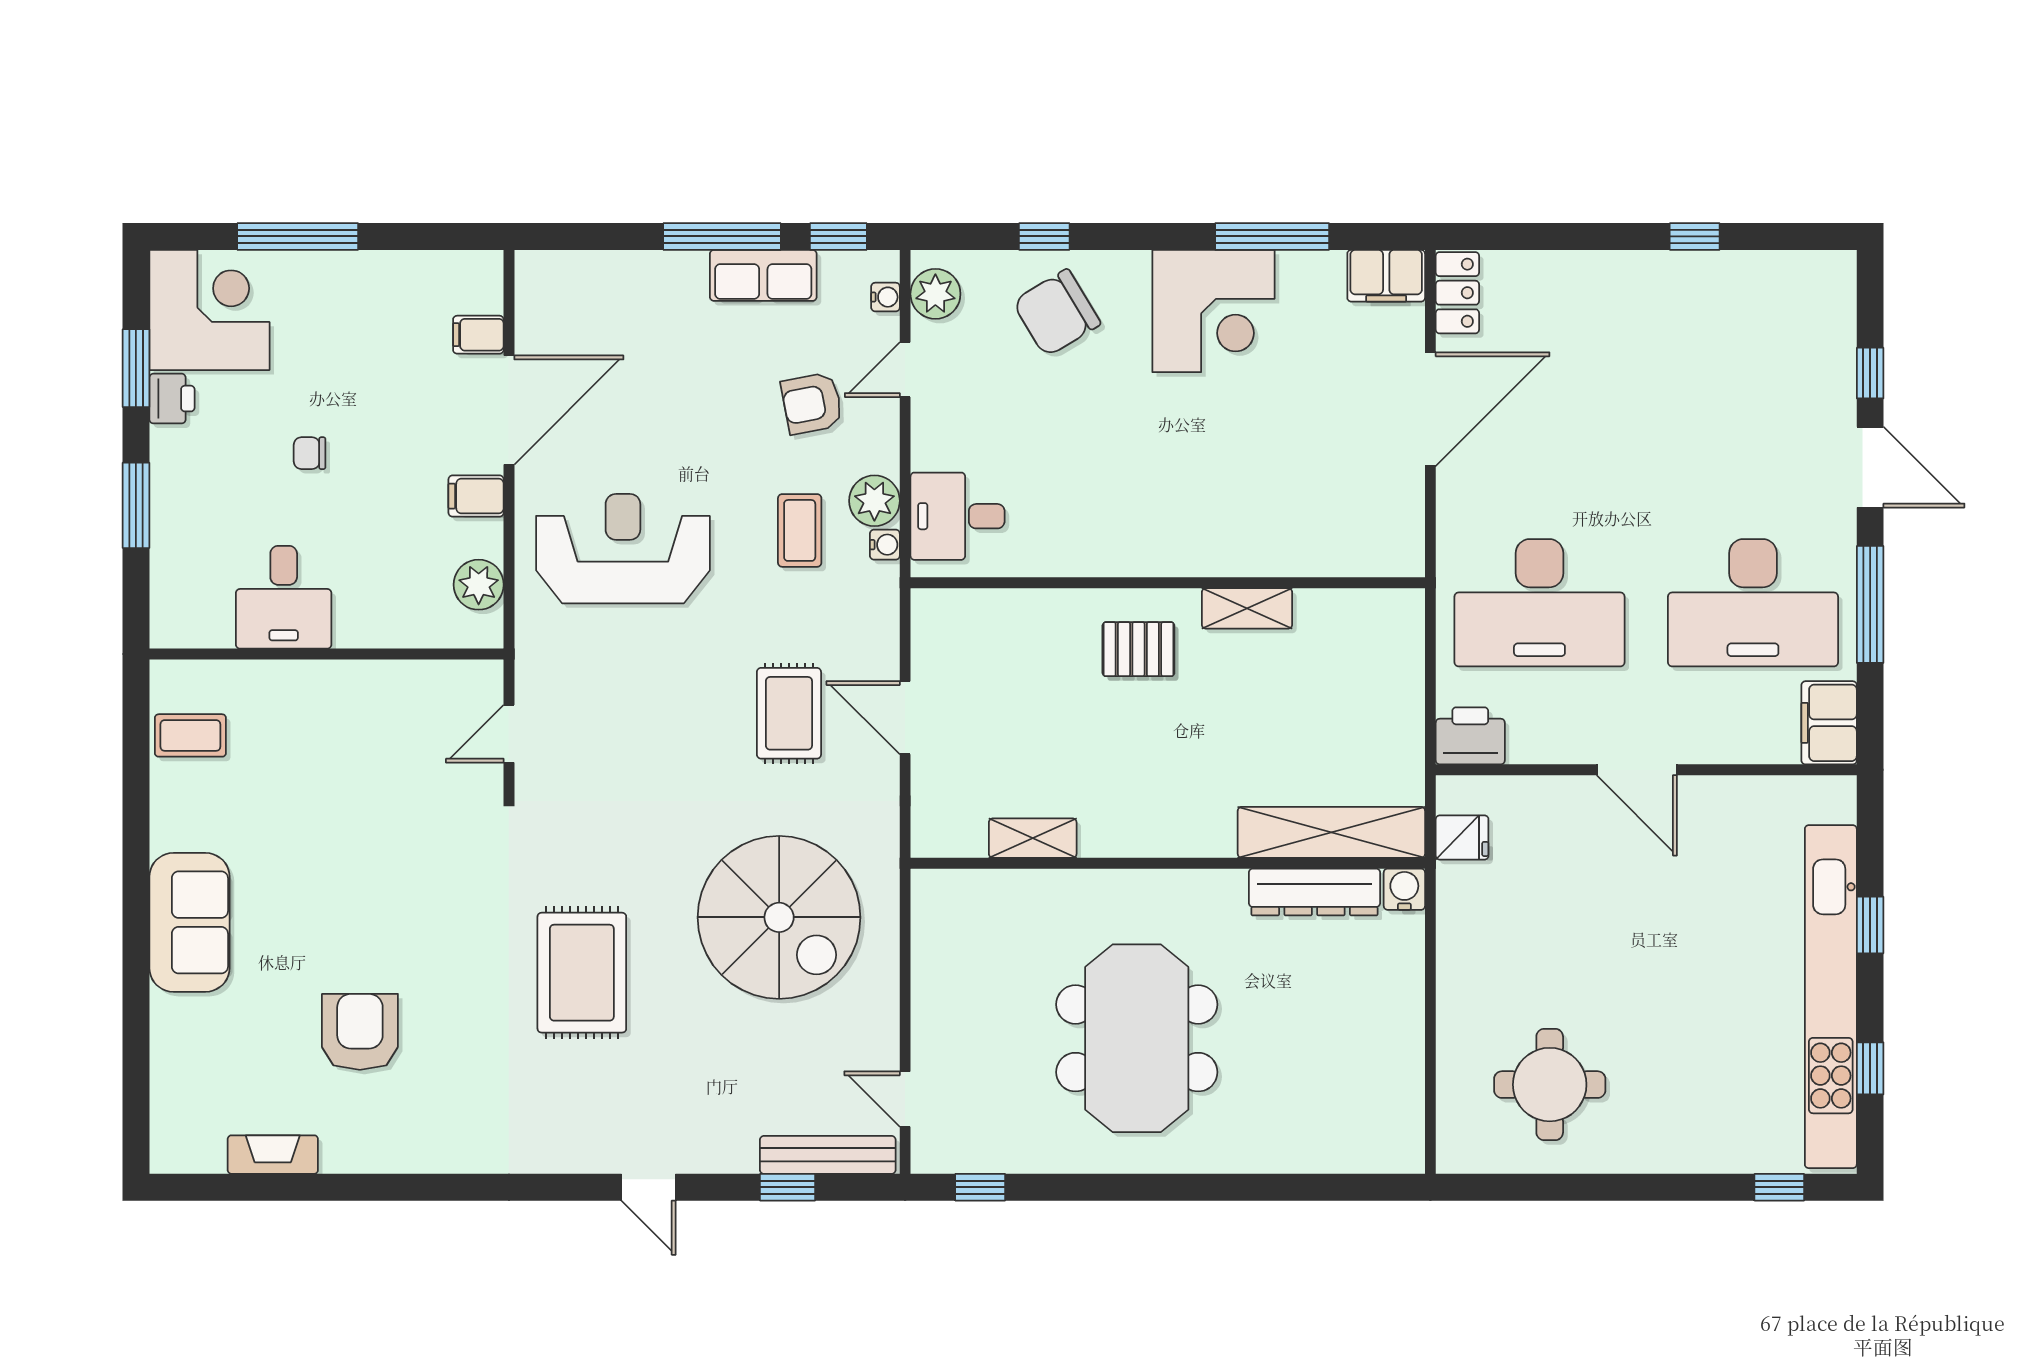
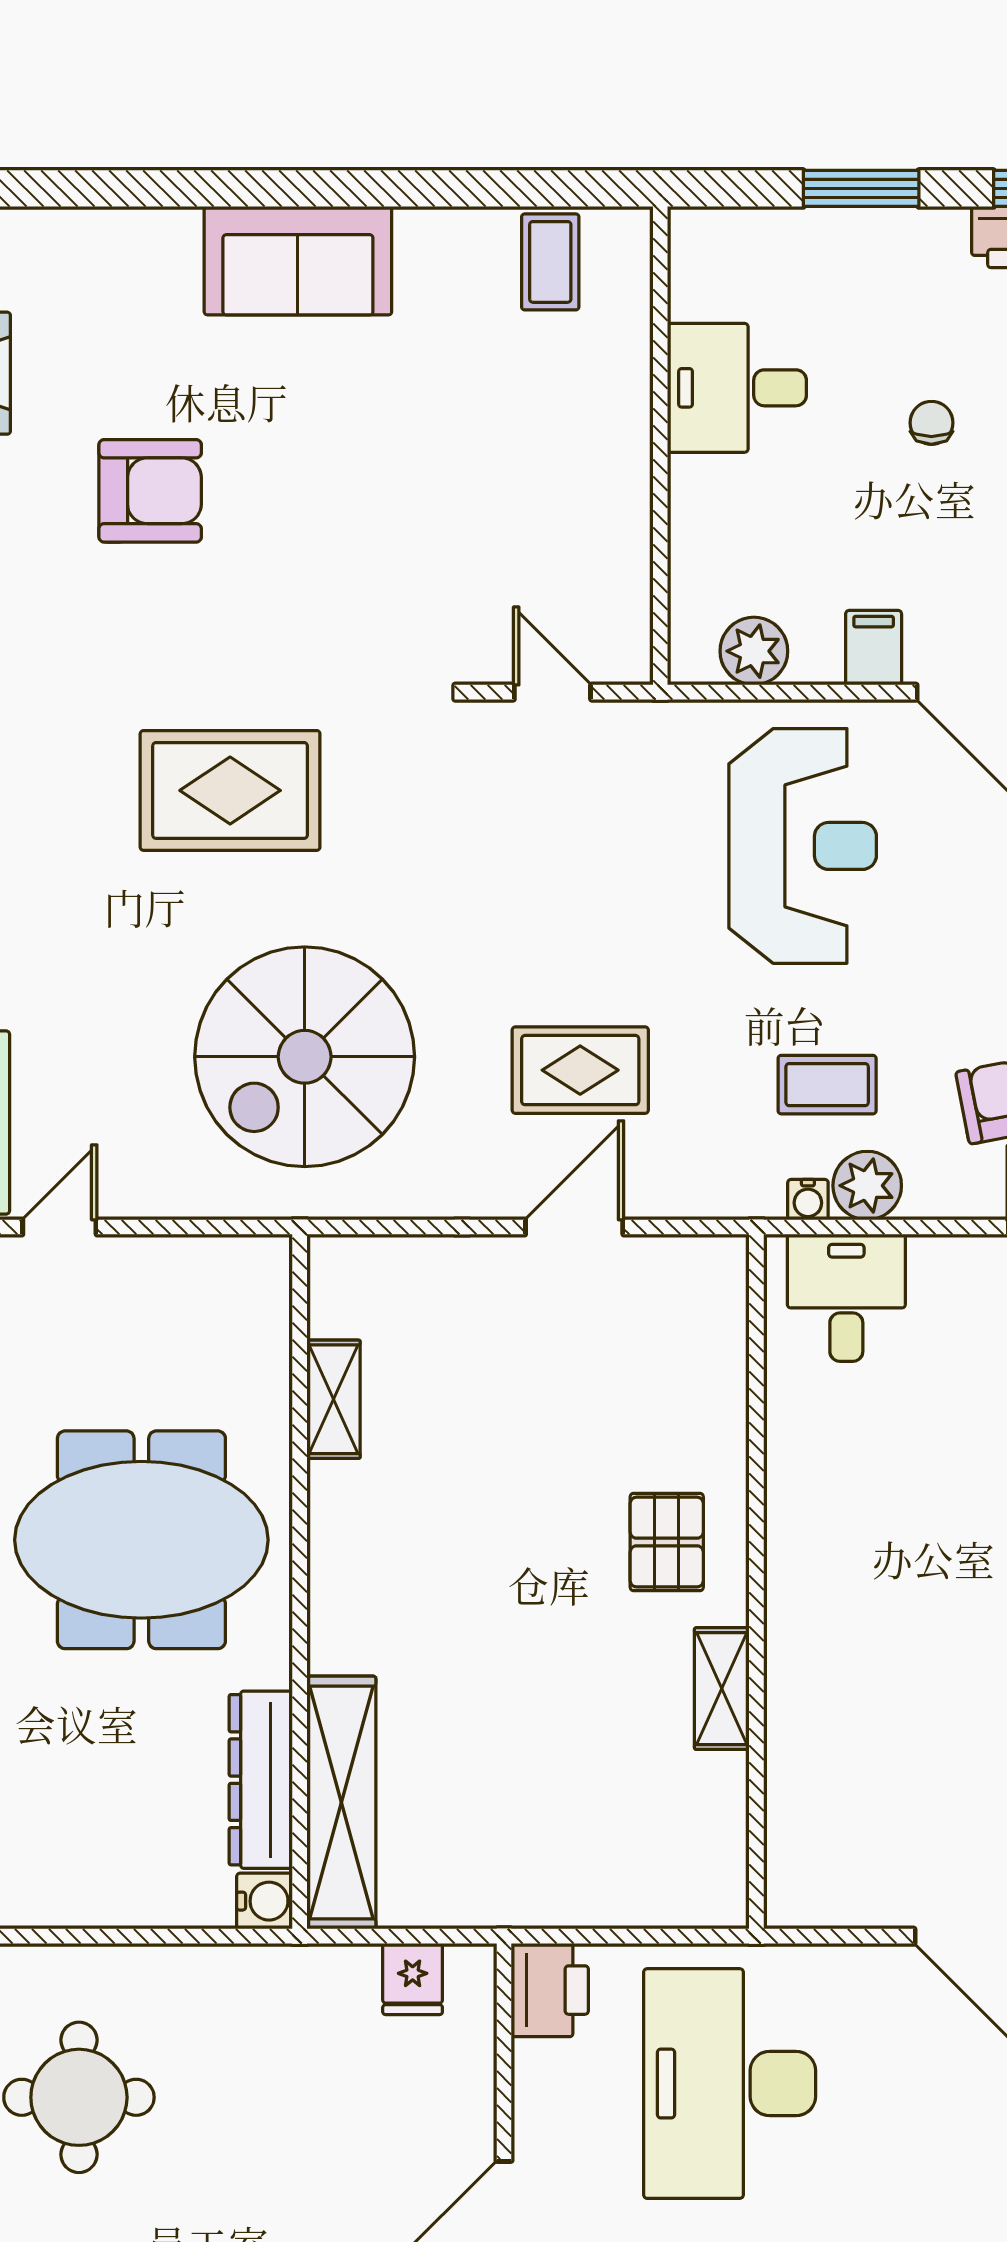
shelving: (1331, 832) -> (341, 1803), moved
shelving: (1033, 838) -> (334, 1399), moved
wall: (1168, 863) -> (300, 1582), moved
water cooler: (1404, 889) -> (265, 1901), moved
dresser: (1314, 892) -> (261, 1780), moved

